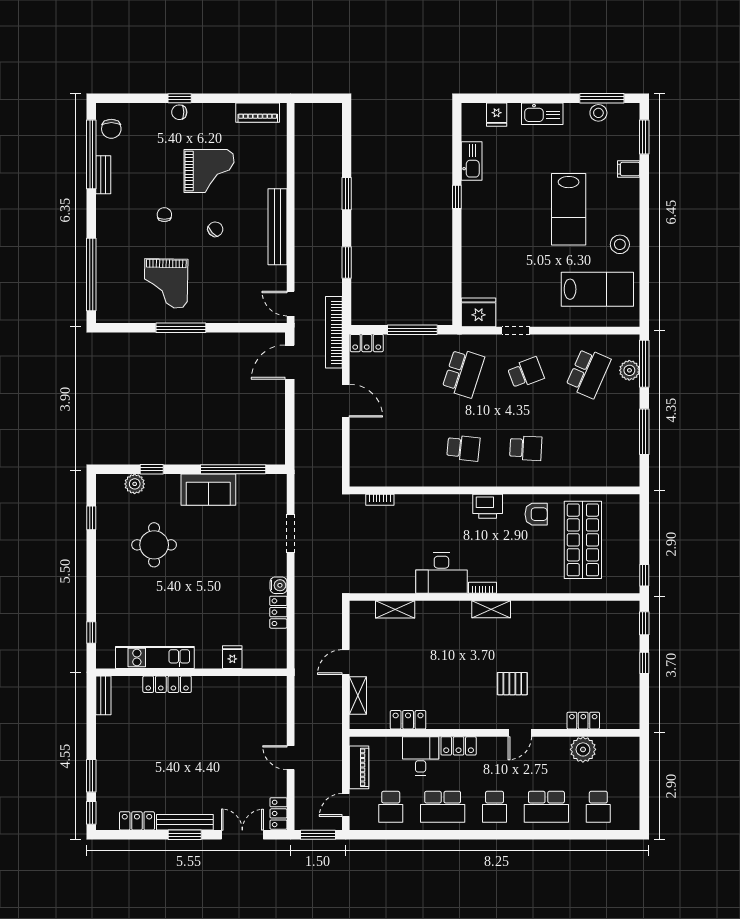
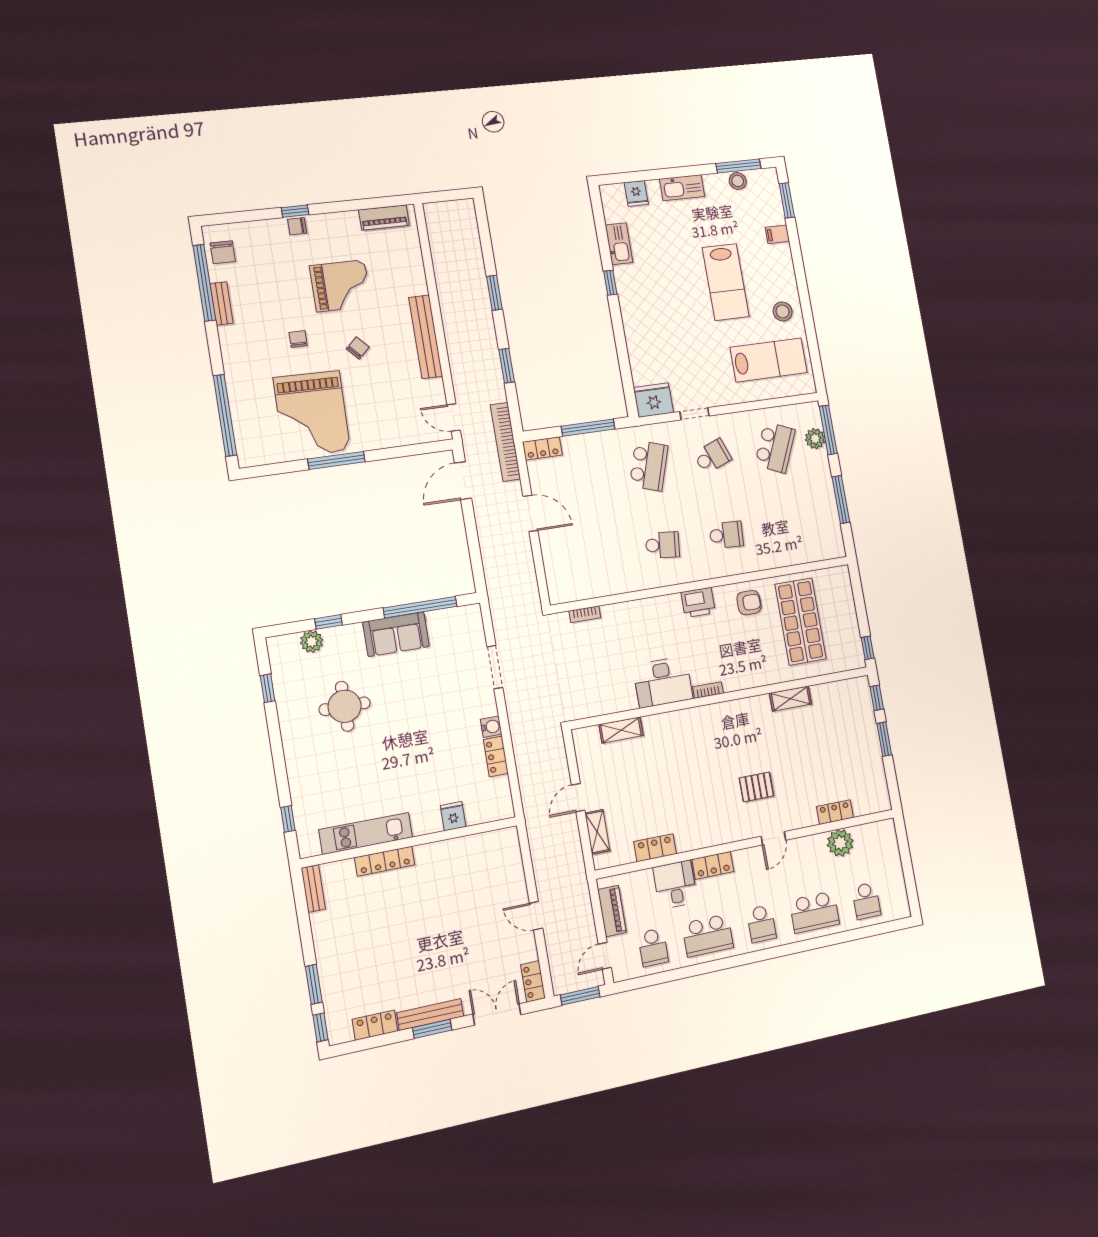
grand piano: (166, 283) -> (312, 414), width x1.37, depth x1.48
shelving: (491, 609) -> (790, 699), moved
window: (644, 663) -> (884, 739), width x1.50

